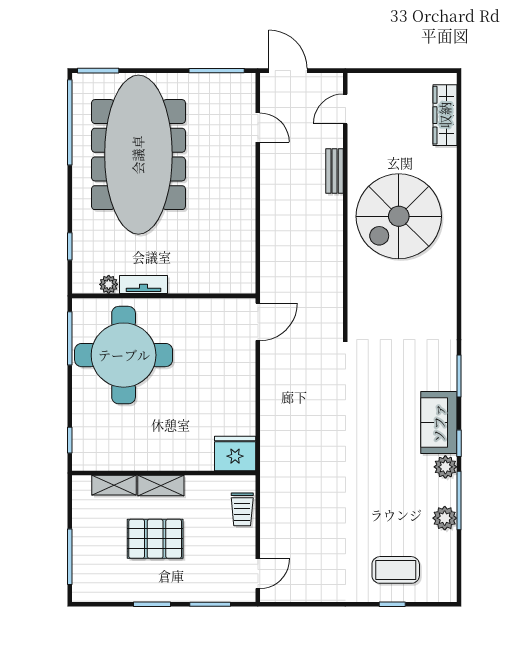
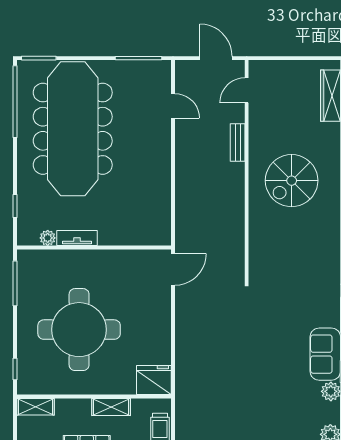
door: (288, 71) -> (216, 58), moved
spiral stairs: (399, 216) -> (292, 181), width x0.73, depth x0.73
round table: (124, 355) -> (79, 330), moved
shelving: (114, 485) -> (35, 407), moved
shelving: (161, 486) -> (111, 407), moved

